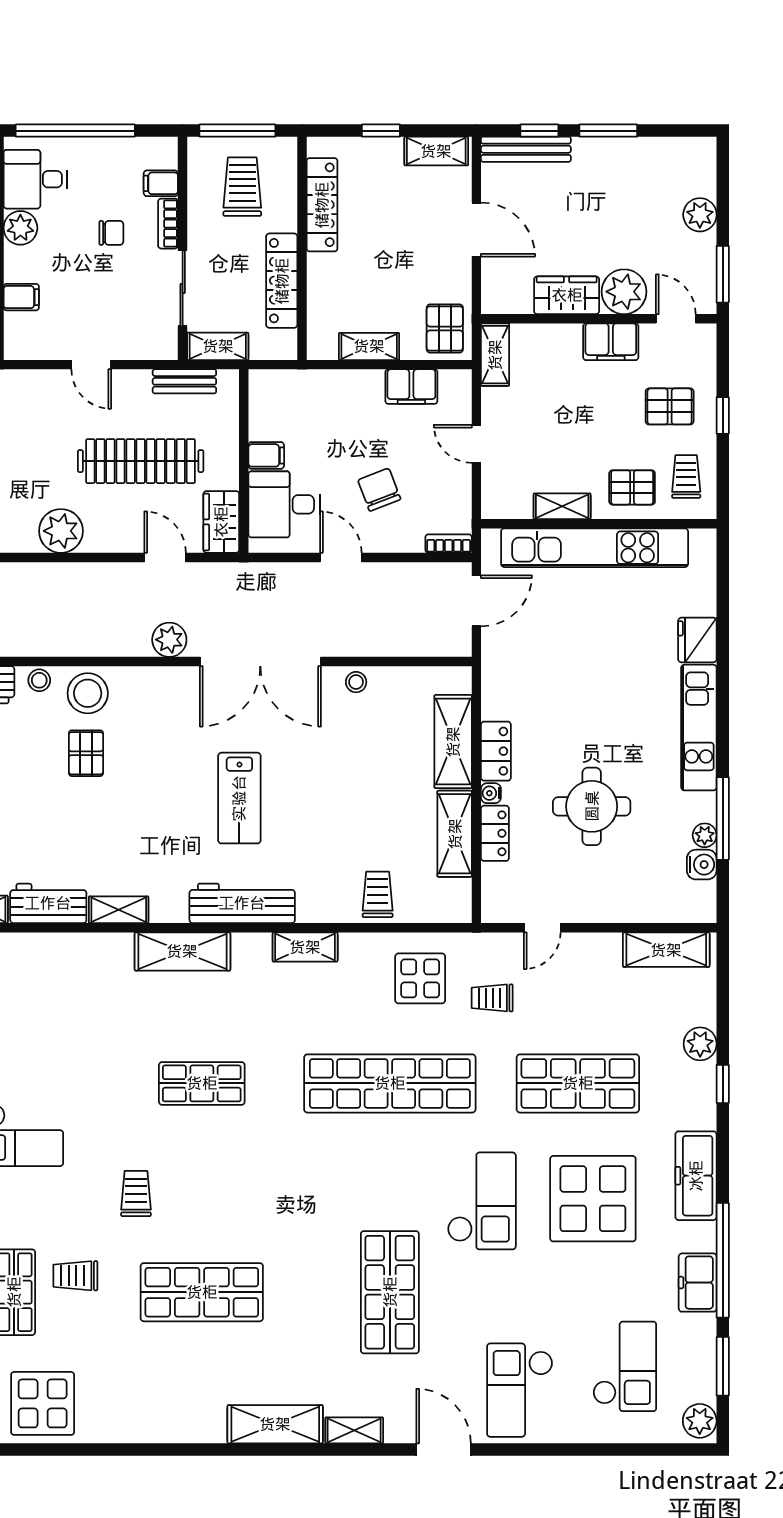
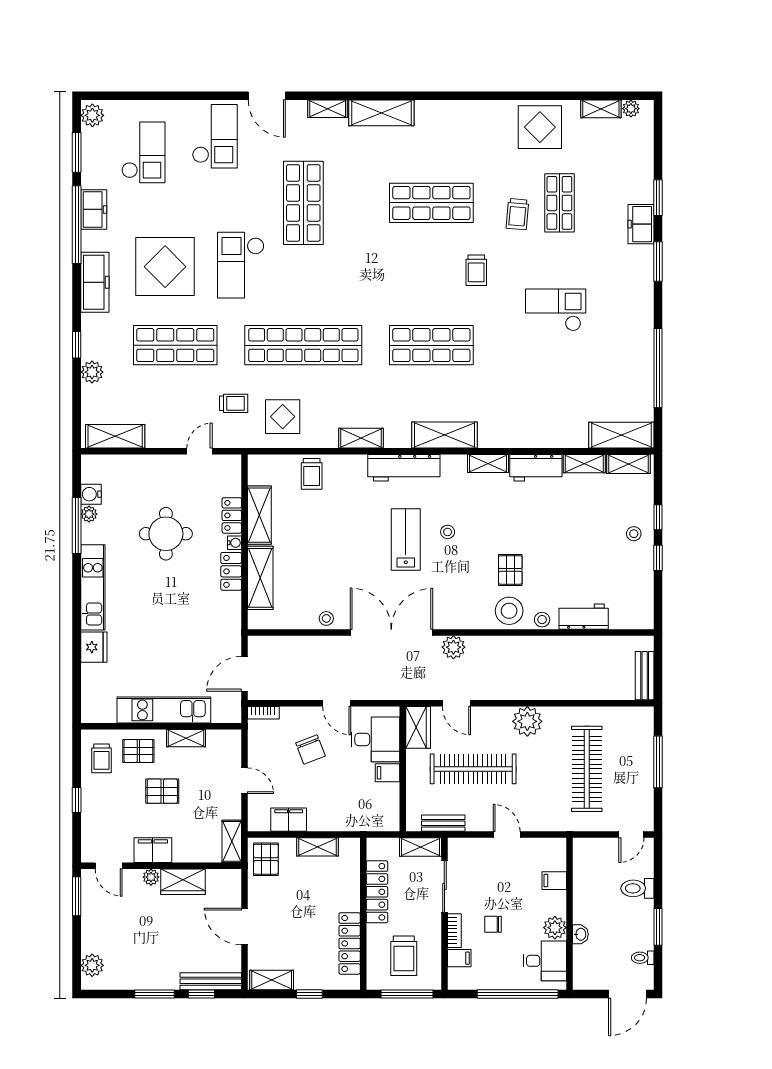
plant: (700, 215) -> (92, 965), moved
plant: (624, 292) -> (151, 877), width x0.53, depth x0.53
pallet: (670, 406) -> (162, 791), moved
kitchen unit: (595, 548) -> (164, 710), width x0.73
stool: (178, 809) -> (448, 532), added
shop shelf: (202, 1083) -> (431, 345), width x1.43, depth x1.36
trolley: (75, 1276) -> (517, 214), turned 95
checkout: (625, 1366) -> (143, 152), turned 180

